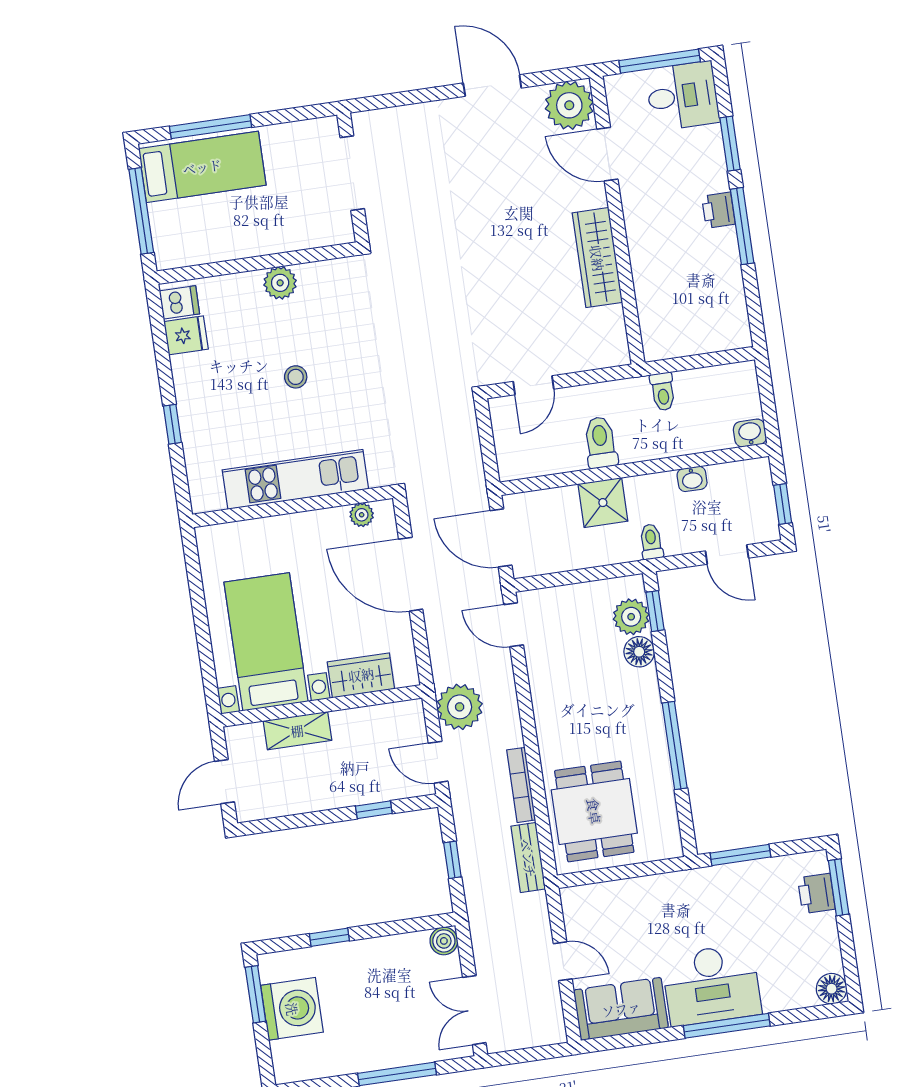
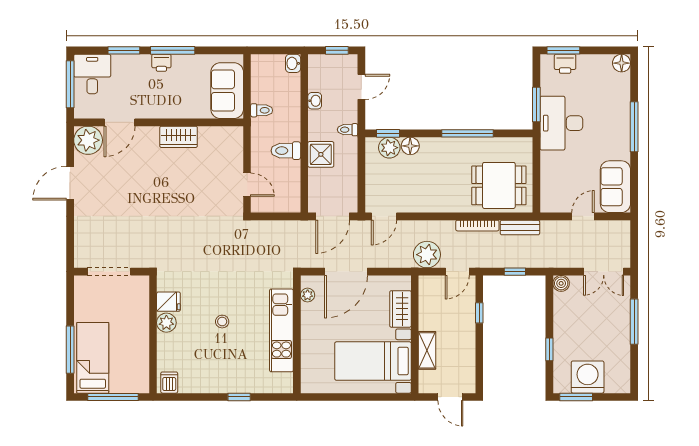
wardrobe: (597, 258) -> (179, 137), width x0.67
sofa: (688, 328) -> (227, 91), added
fridge: (186, 335) -> (168, 302), moved, turned 90
desk: (712, 985) -> (561, 123), moved, turned 180

